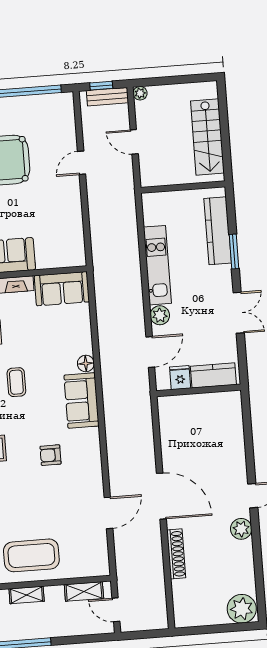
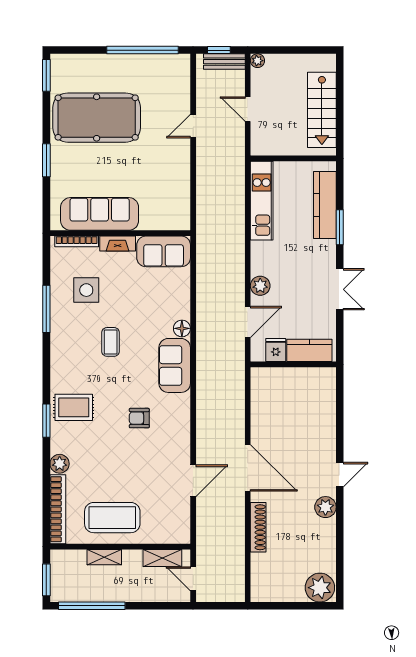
kitchen unit: (157, 265) -> (262, 201), moved

